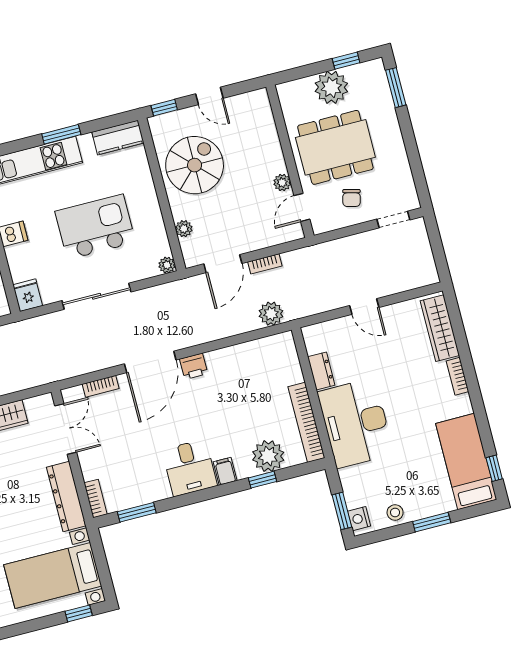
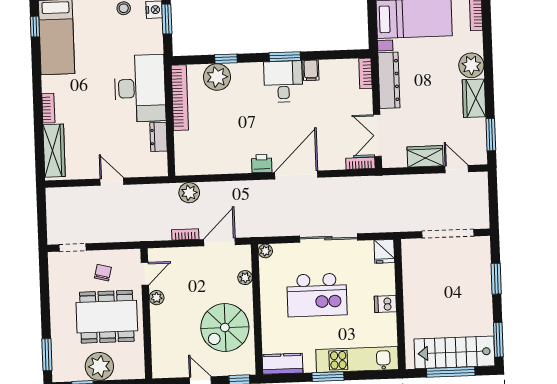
bookcase: (101, 386) -> (360, 163), moved
filing cabinet: (225, 471) -> (311, 70), moved
window: (137, 512) -> (285, 57), moved

